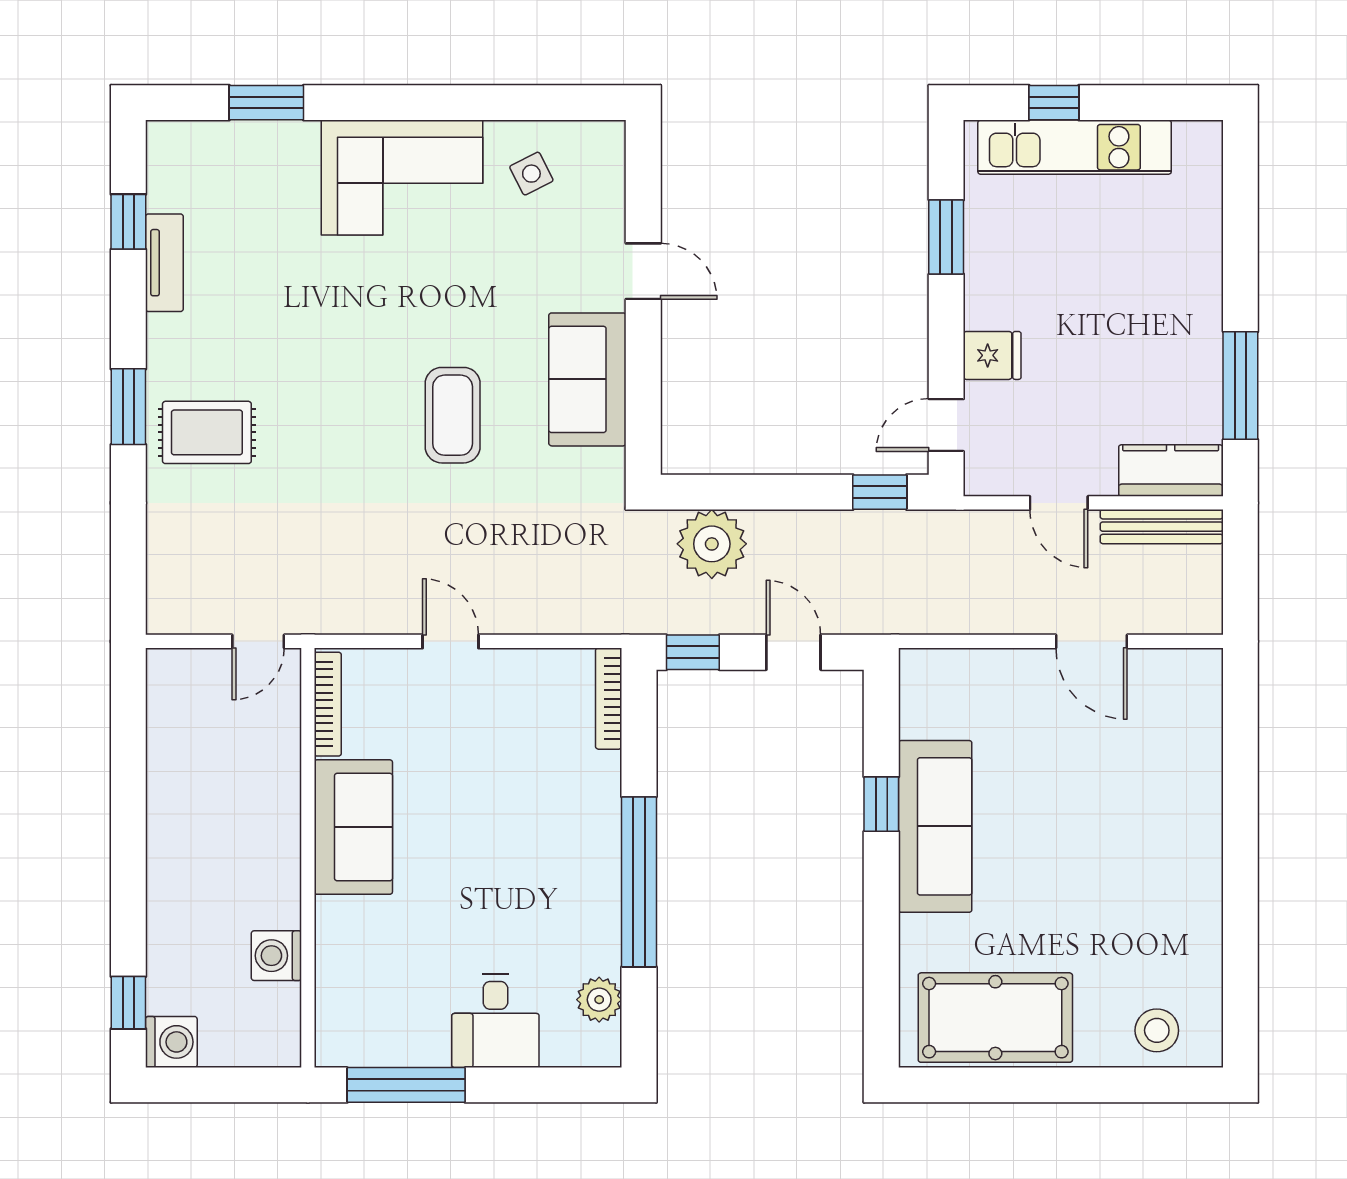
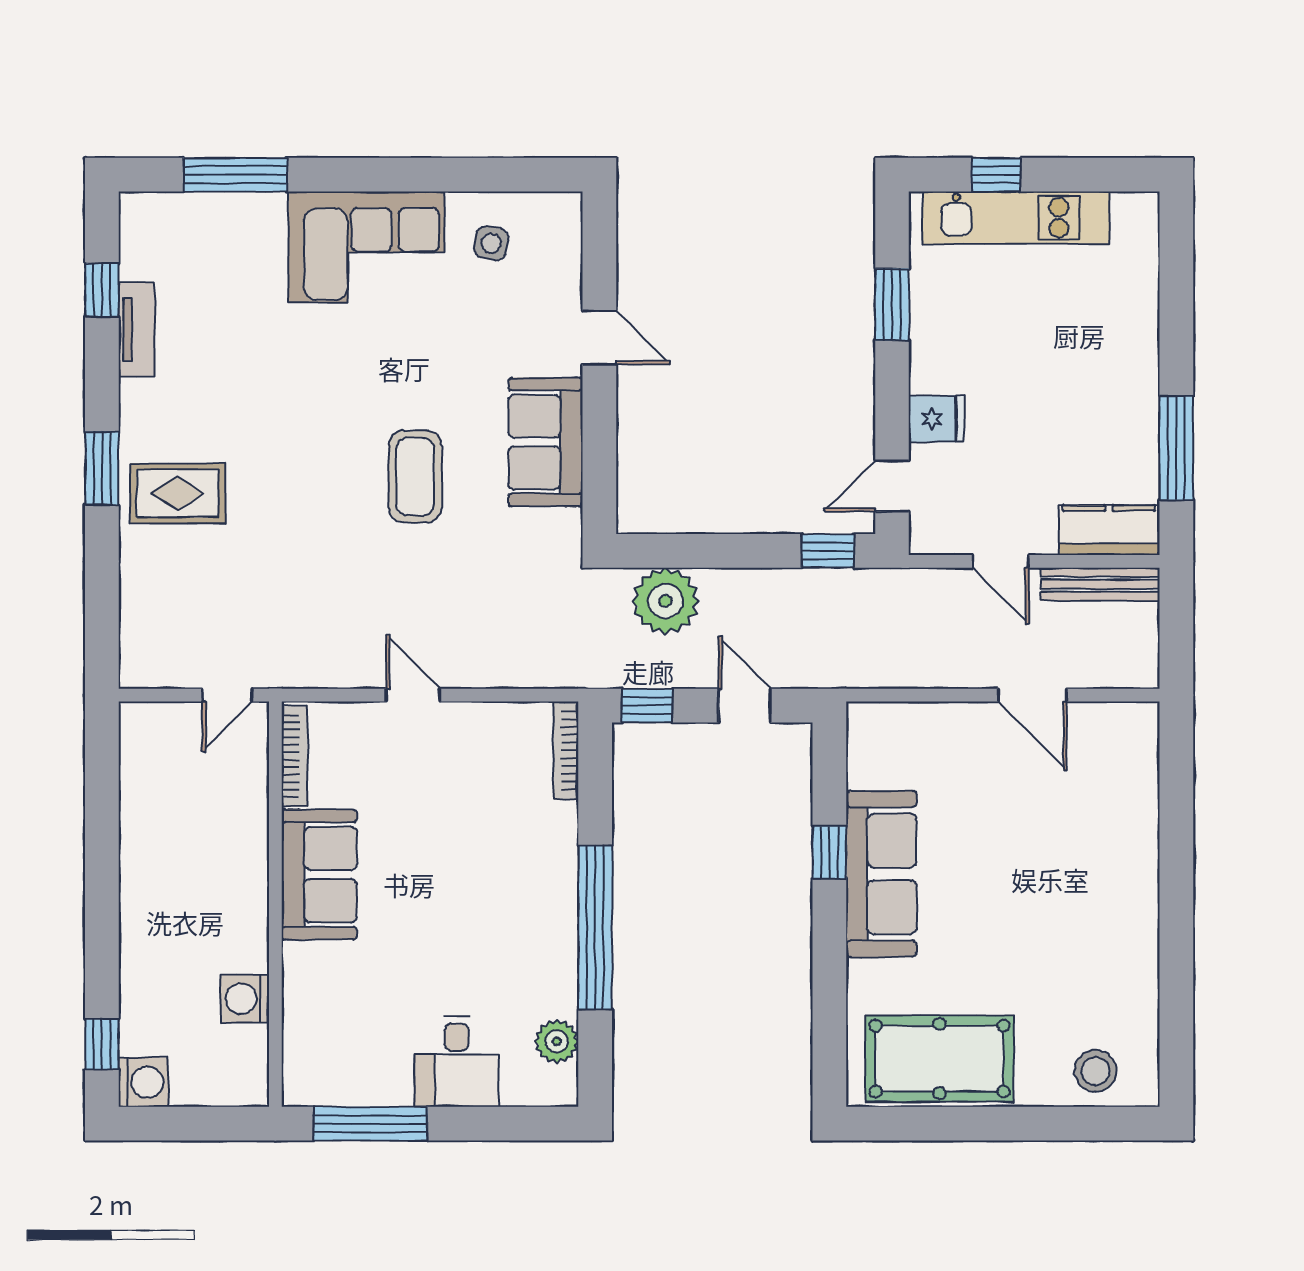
window: (266, 103) -> (235, 175), width x1.44
side table: (531, 174) -> (491, 243), turned 38

